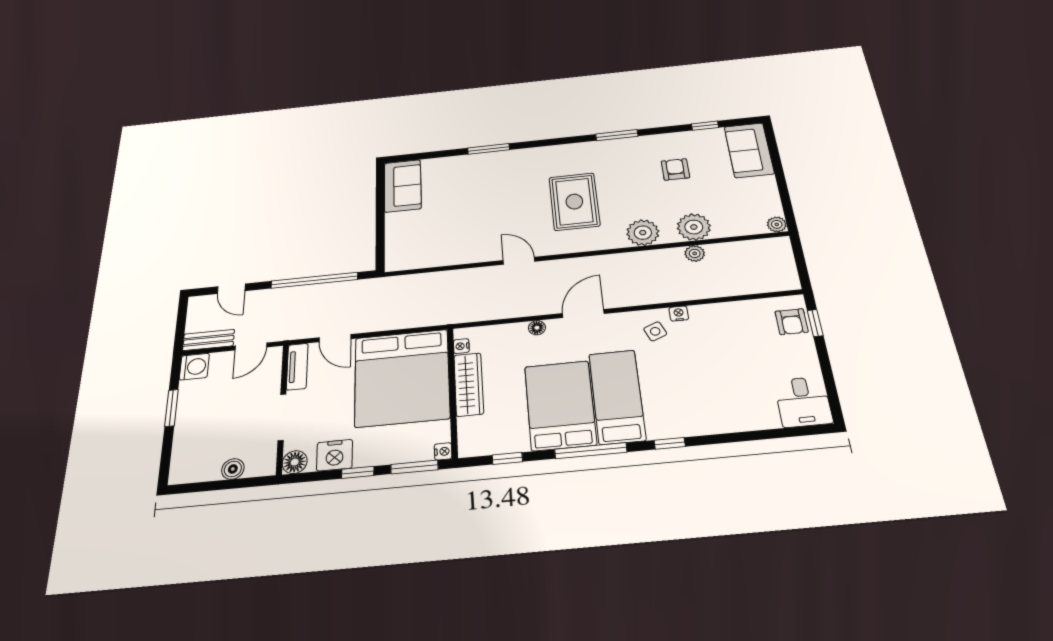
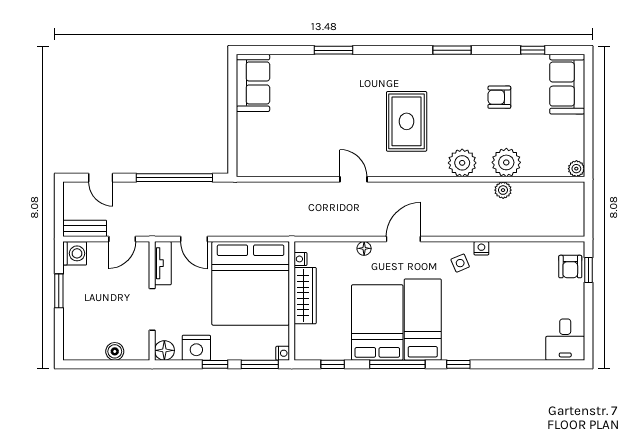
armchair: (675, 169) -> (499, 97), turned -90

